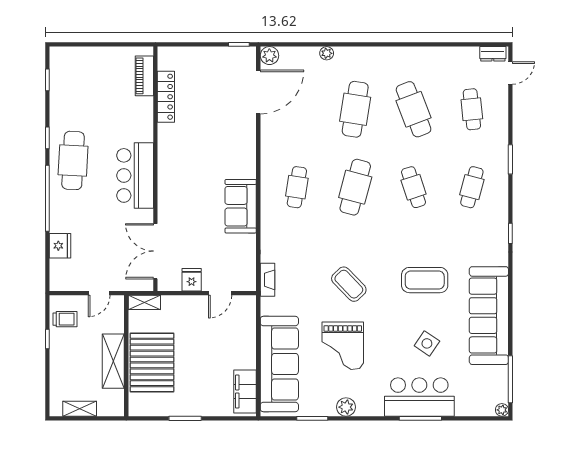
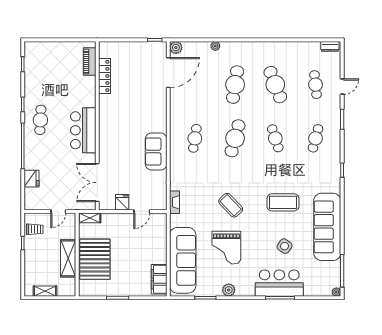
door: (510, 73) -> (342, 87), moved
cafe table: (73, 160) -> (40, 120), width x0.73, depth x0.74

